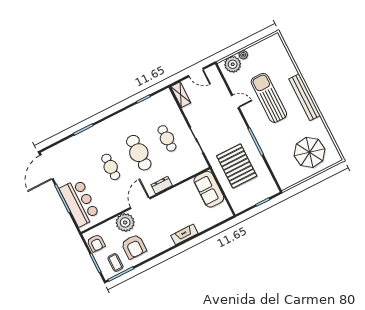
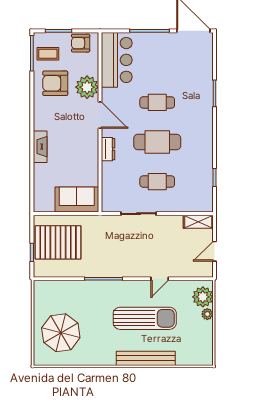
bench: (304, 97) -> (146, 358), moved
pallet: (237, 166) -> (58, 242), moved
bar counter: (80, 202) -> (117, 60), moved, turned -90

